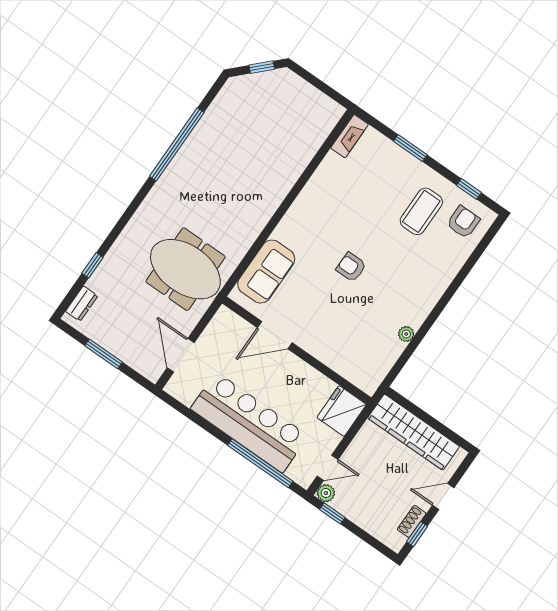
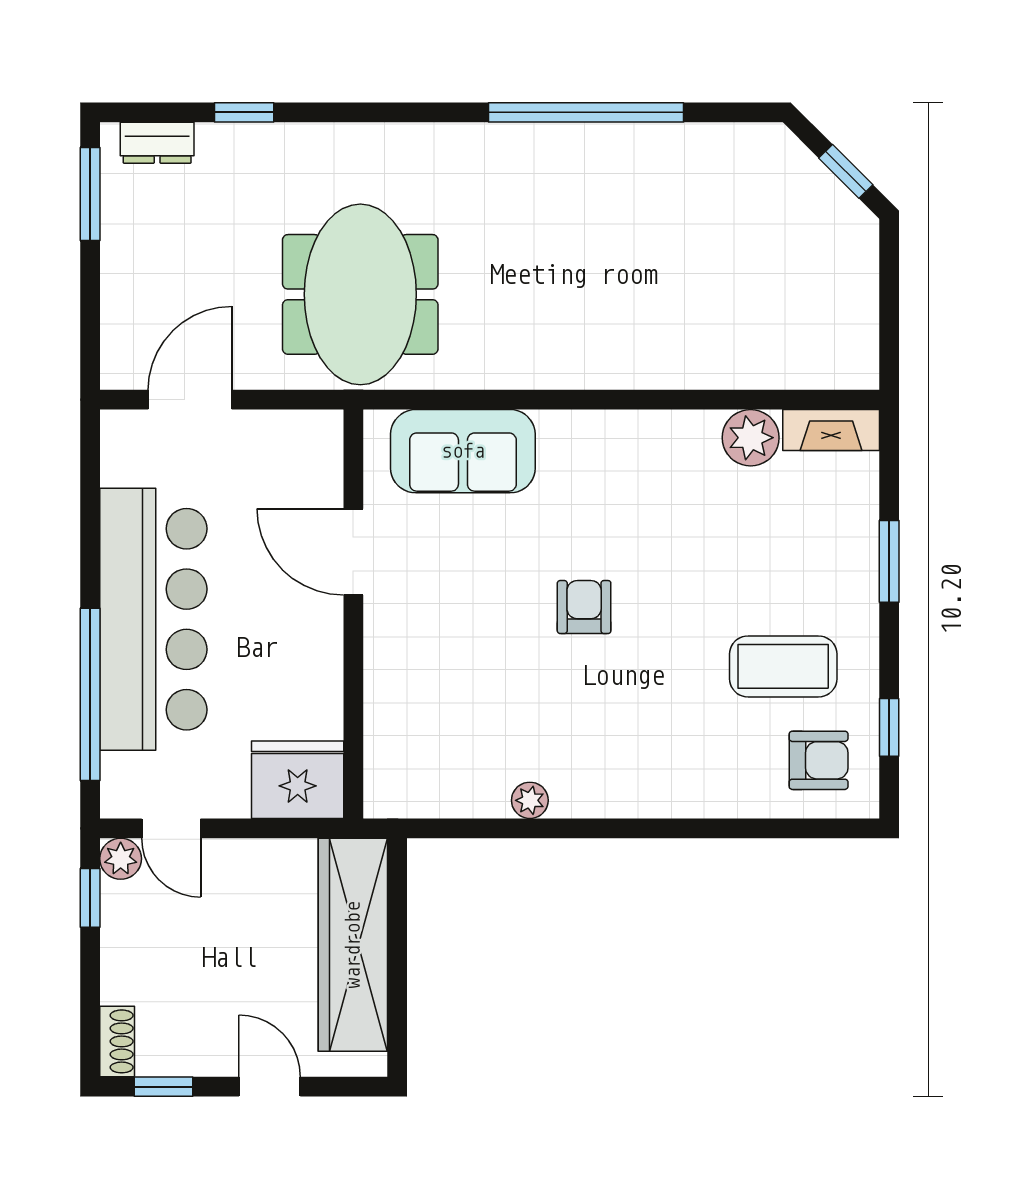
plant: (332, 166) -> (751, 438), added
window: (104, 354) -> (90, 194), moved
shoe rack: (412, 521) -> (117, 1041), moved, turned 90

